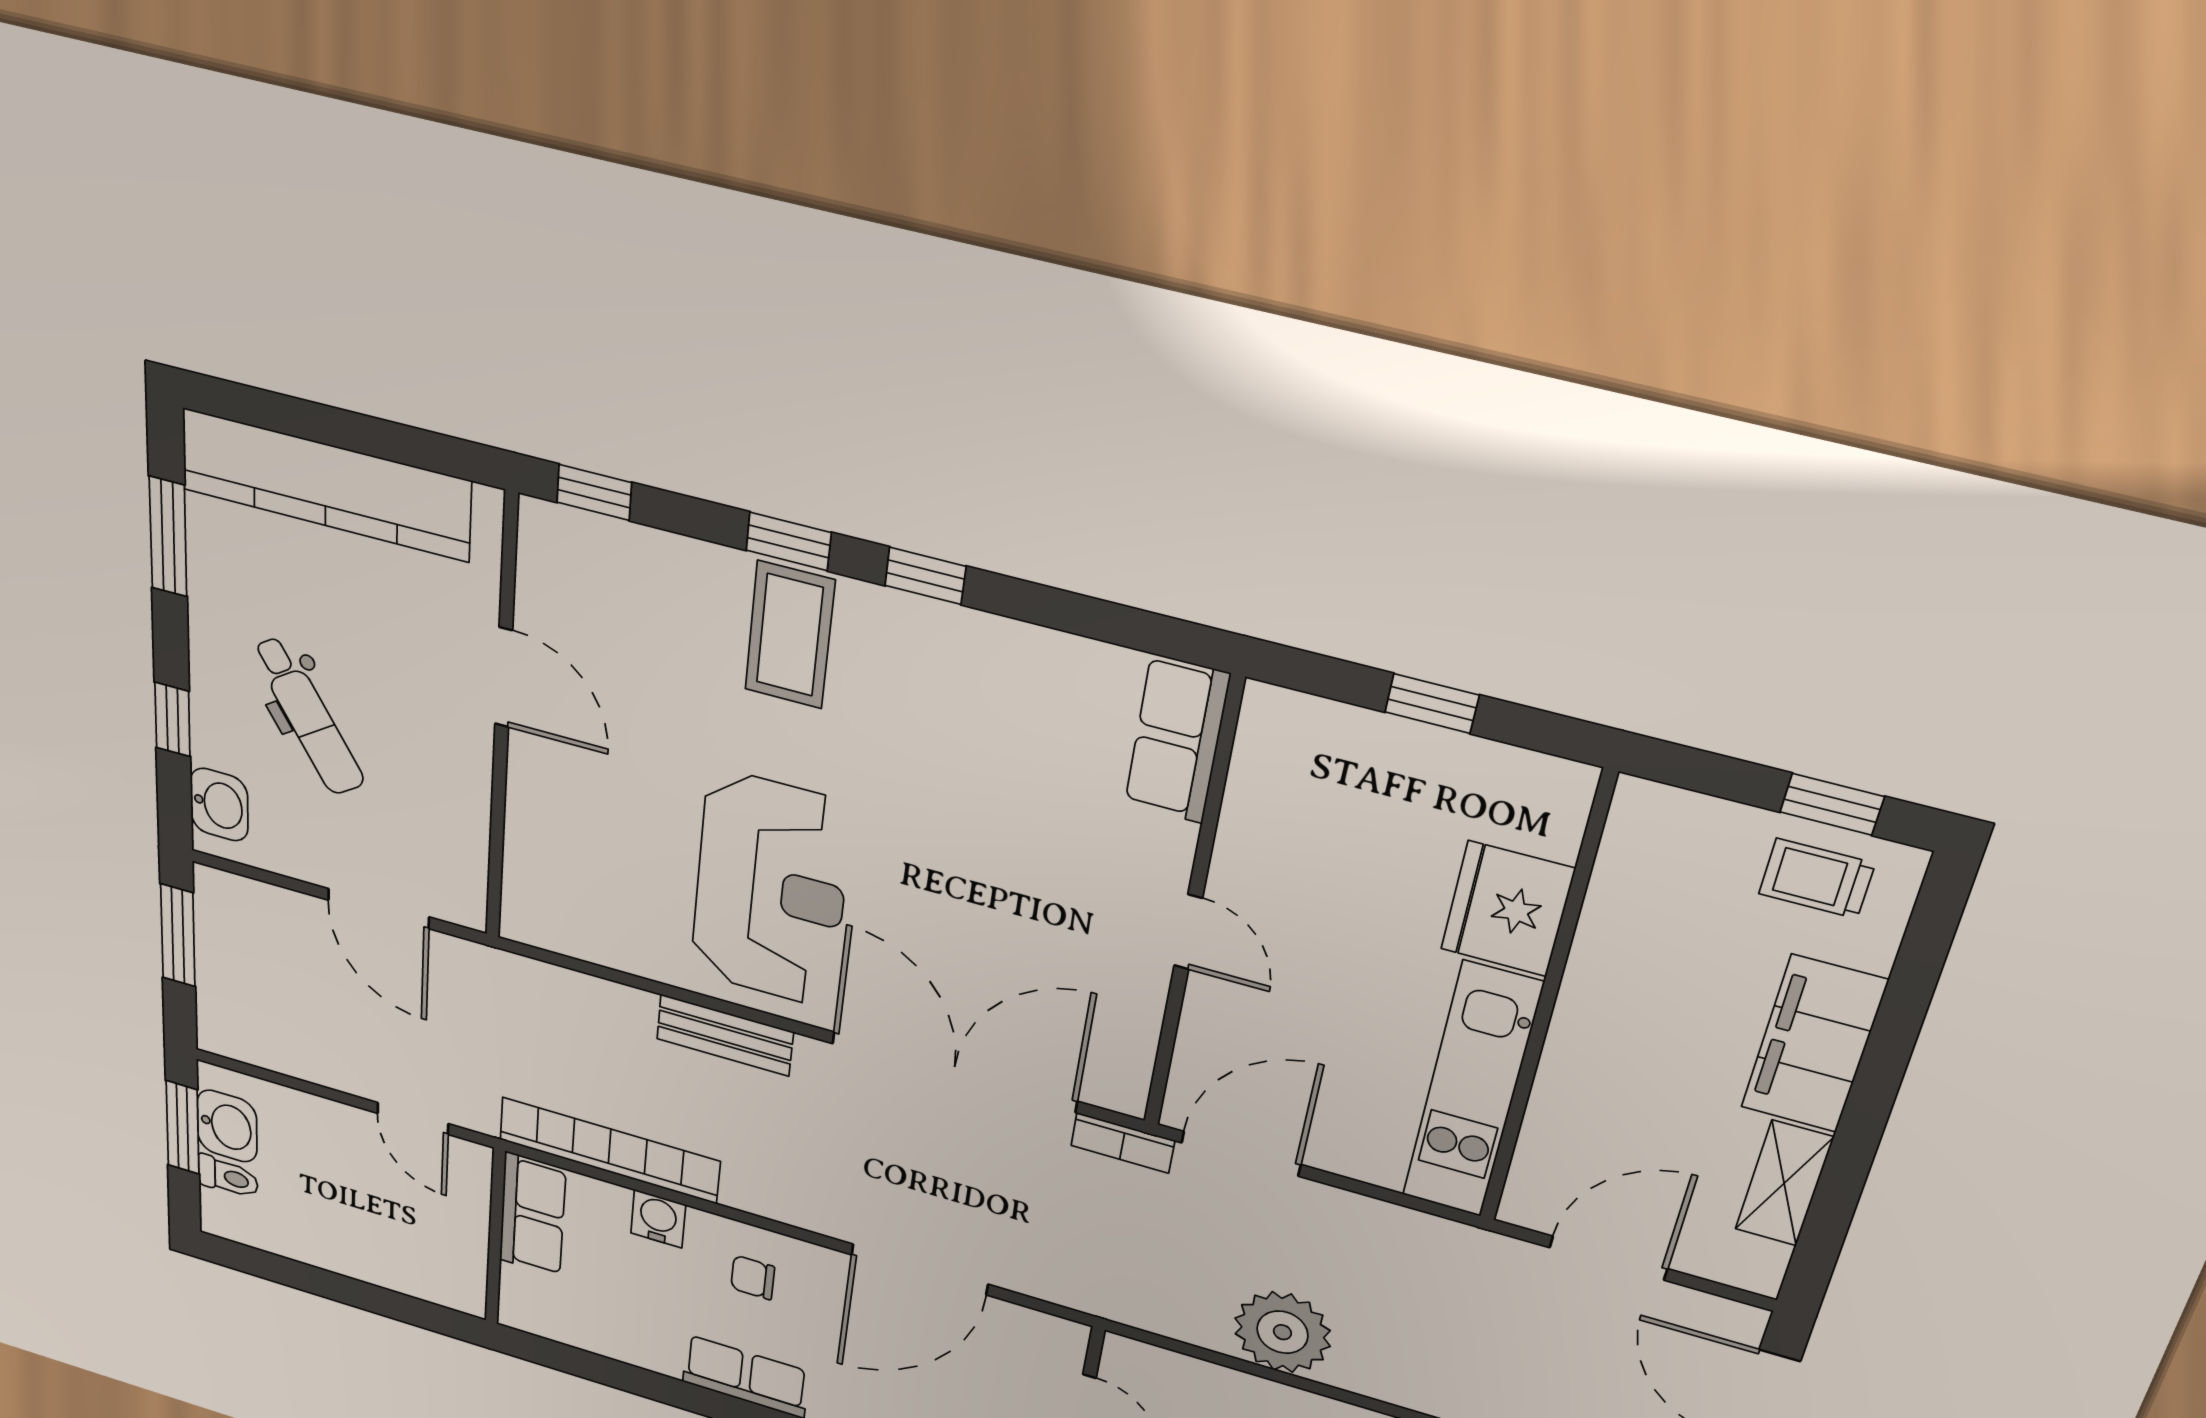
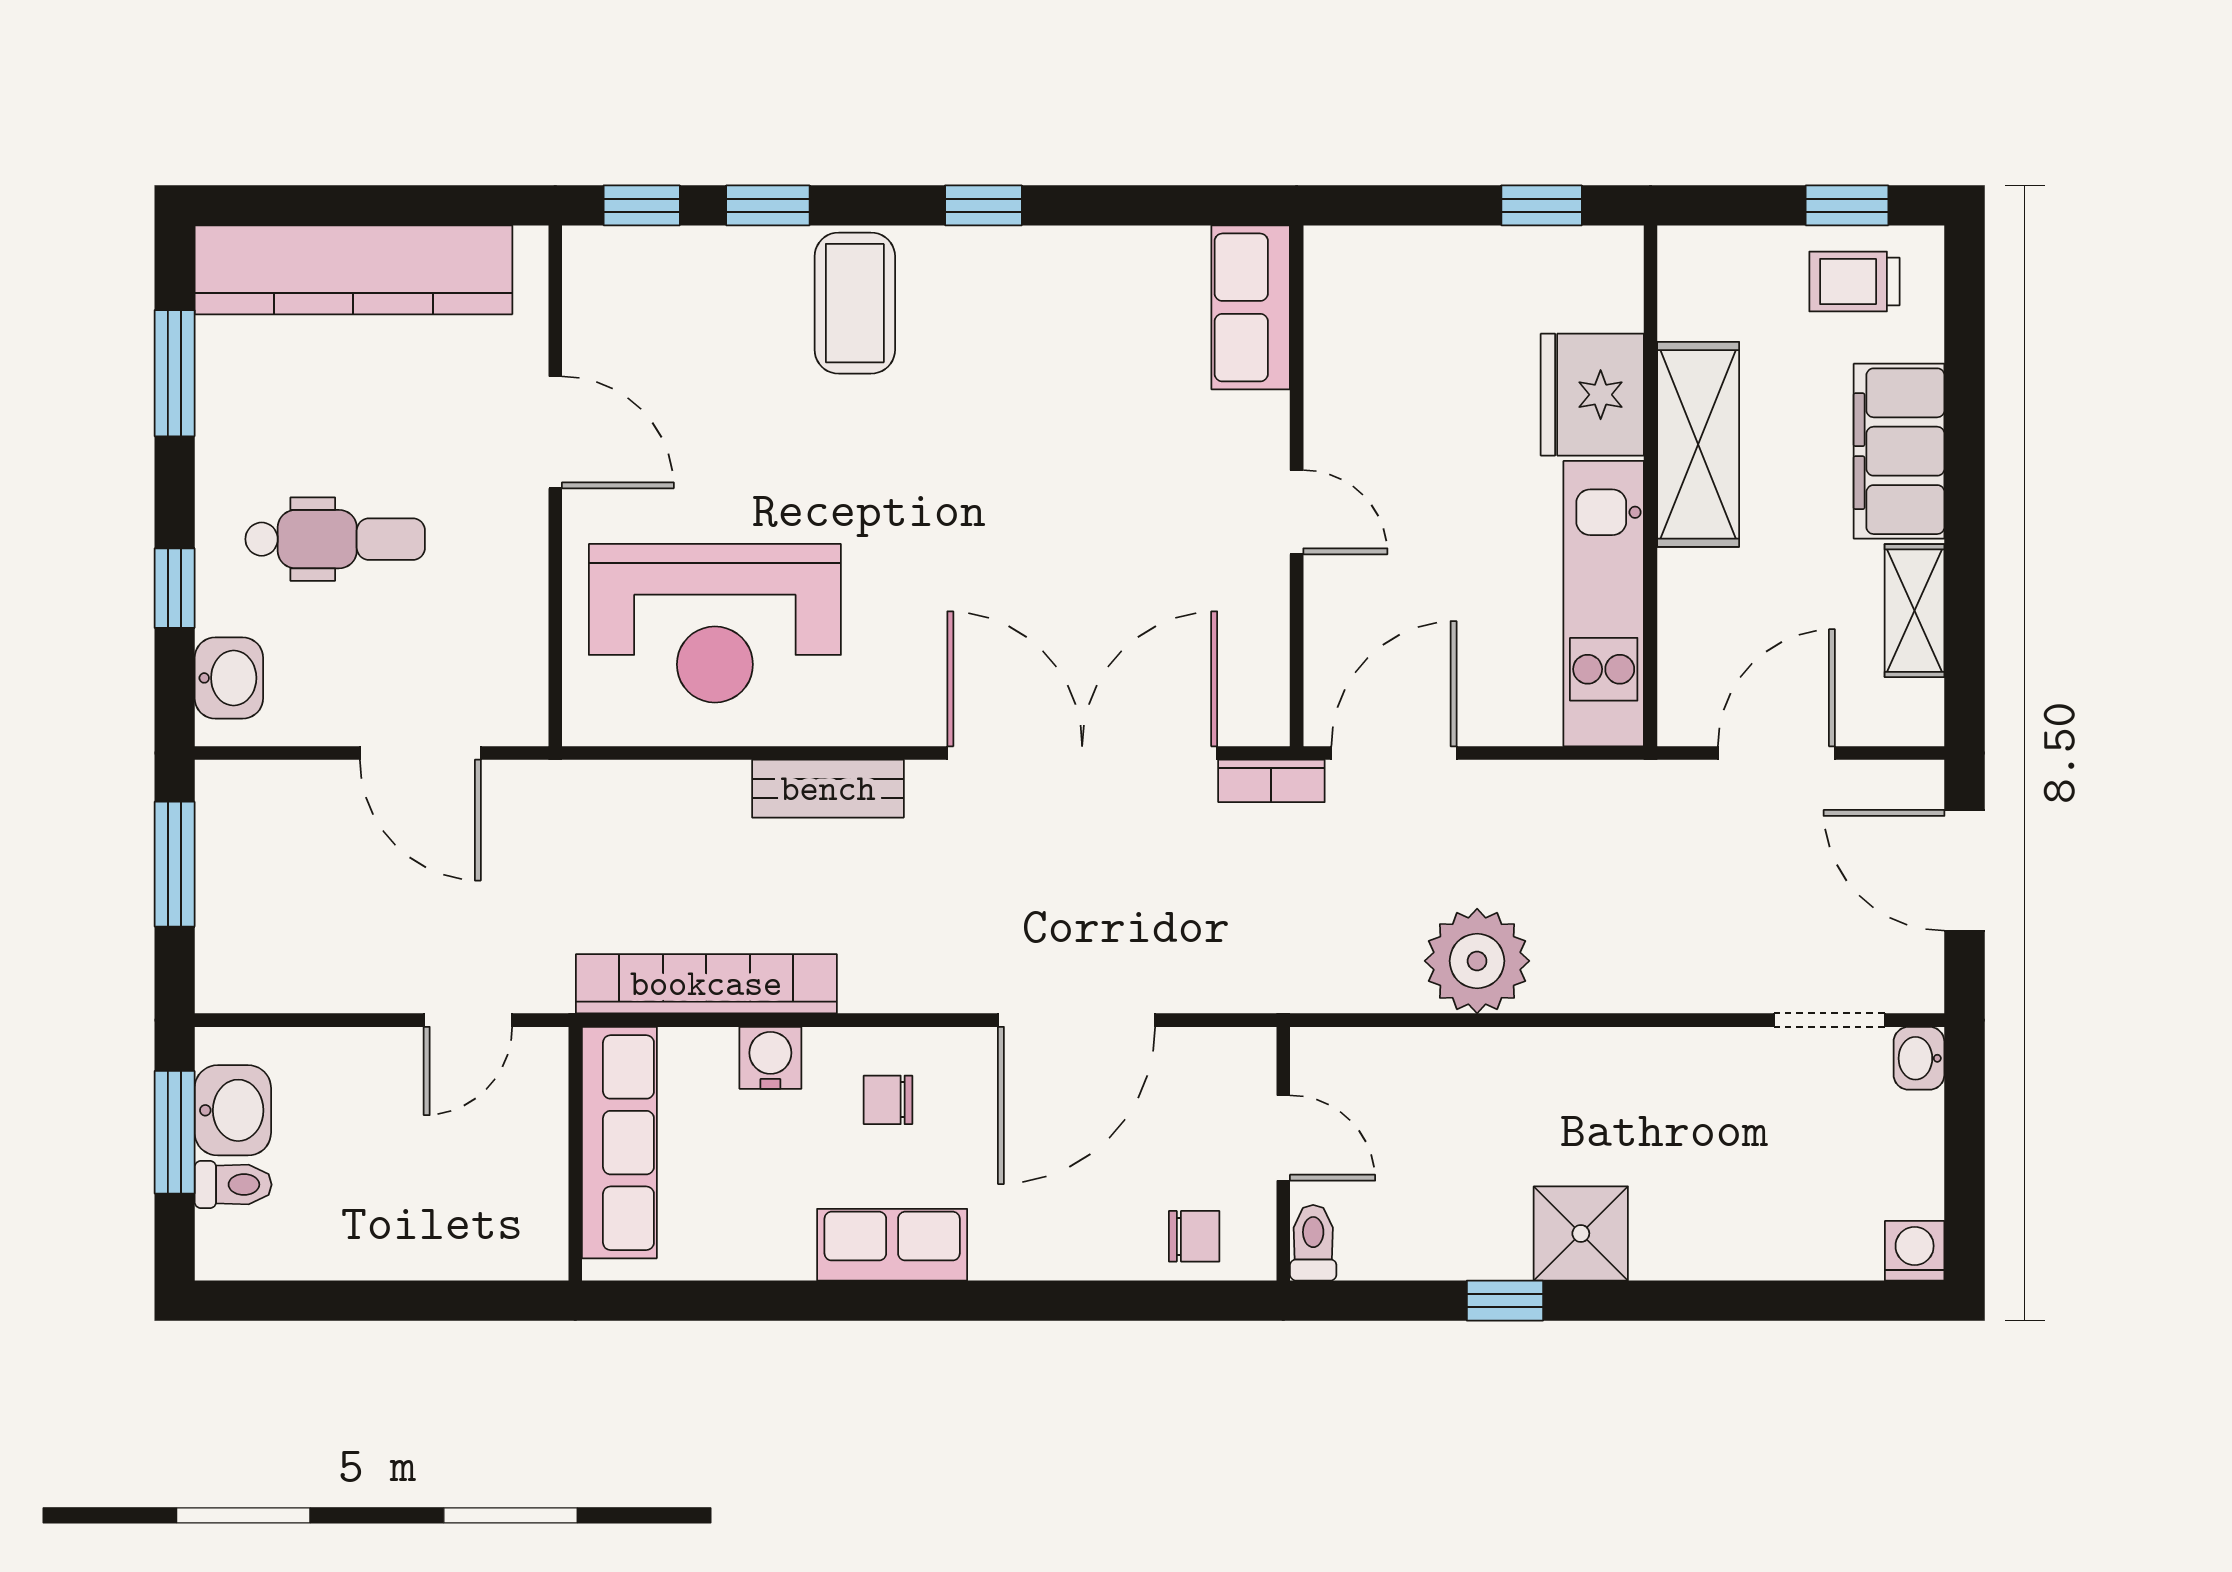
window: (789, 541) -> (768, 205), moved
window: (1432, 704) -> (1542, 205), moved
dental chair: (308, 716) -> (335, 539), turned -57
reception desk: (770, 889) -> (715, 623), moved, turned 90
shelving: (1605, 982) -> (1698, 444), added
door: (413, 1118) -> (468, 1020), hinge flipped
row of seats: (532, 1215) -> (619, 1143), width x1.48

